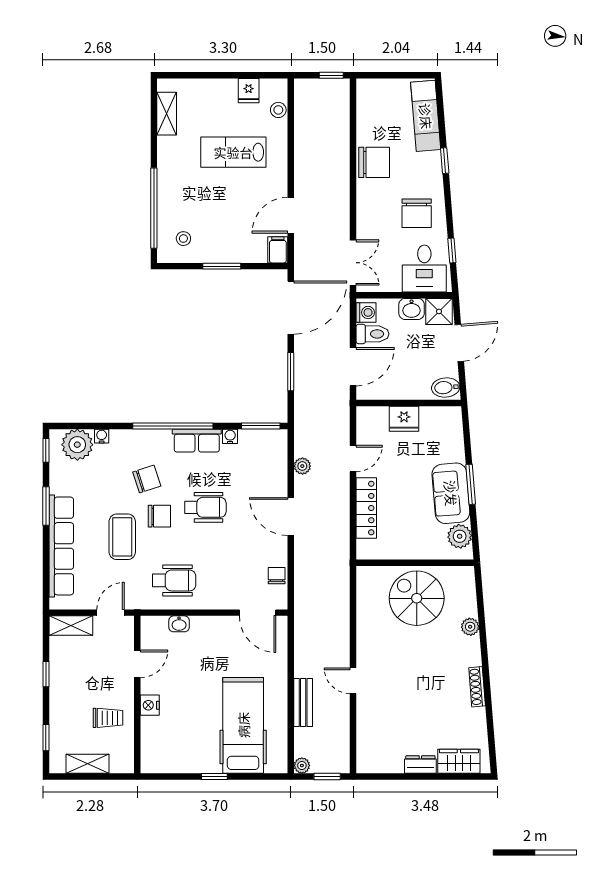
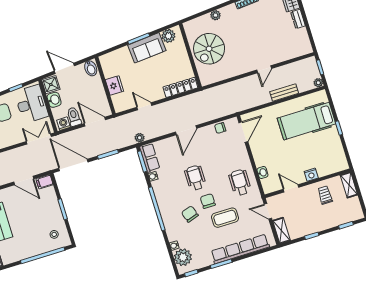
desk: (424, 269) -> (31, 104), width x1.37
row of seats: (197, 441) -> (150, 158), moved
plant: (302, 466) -> (140, 138), moved
locker: (366, 508) -> (180, 87), moved
shelving: (88, 764) -> (349, 185), moved

